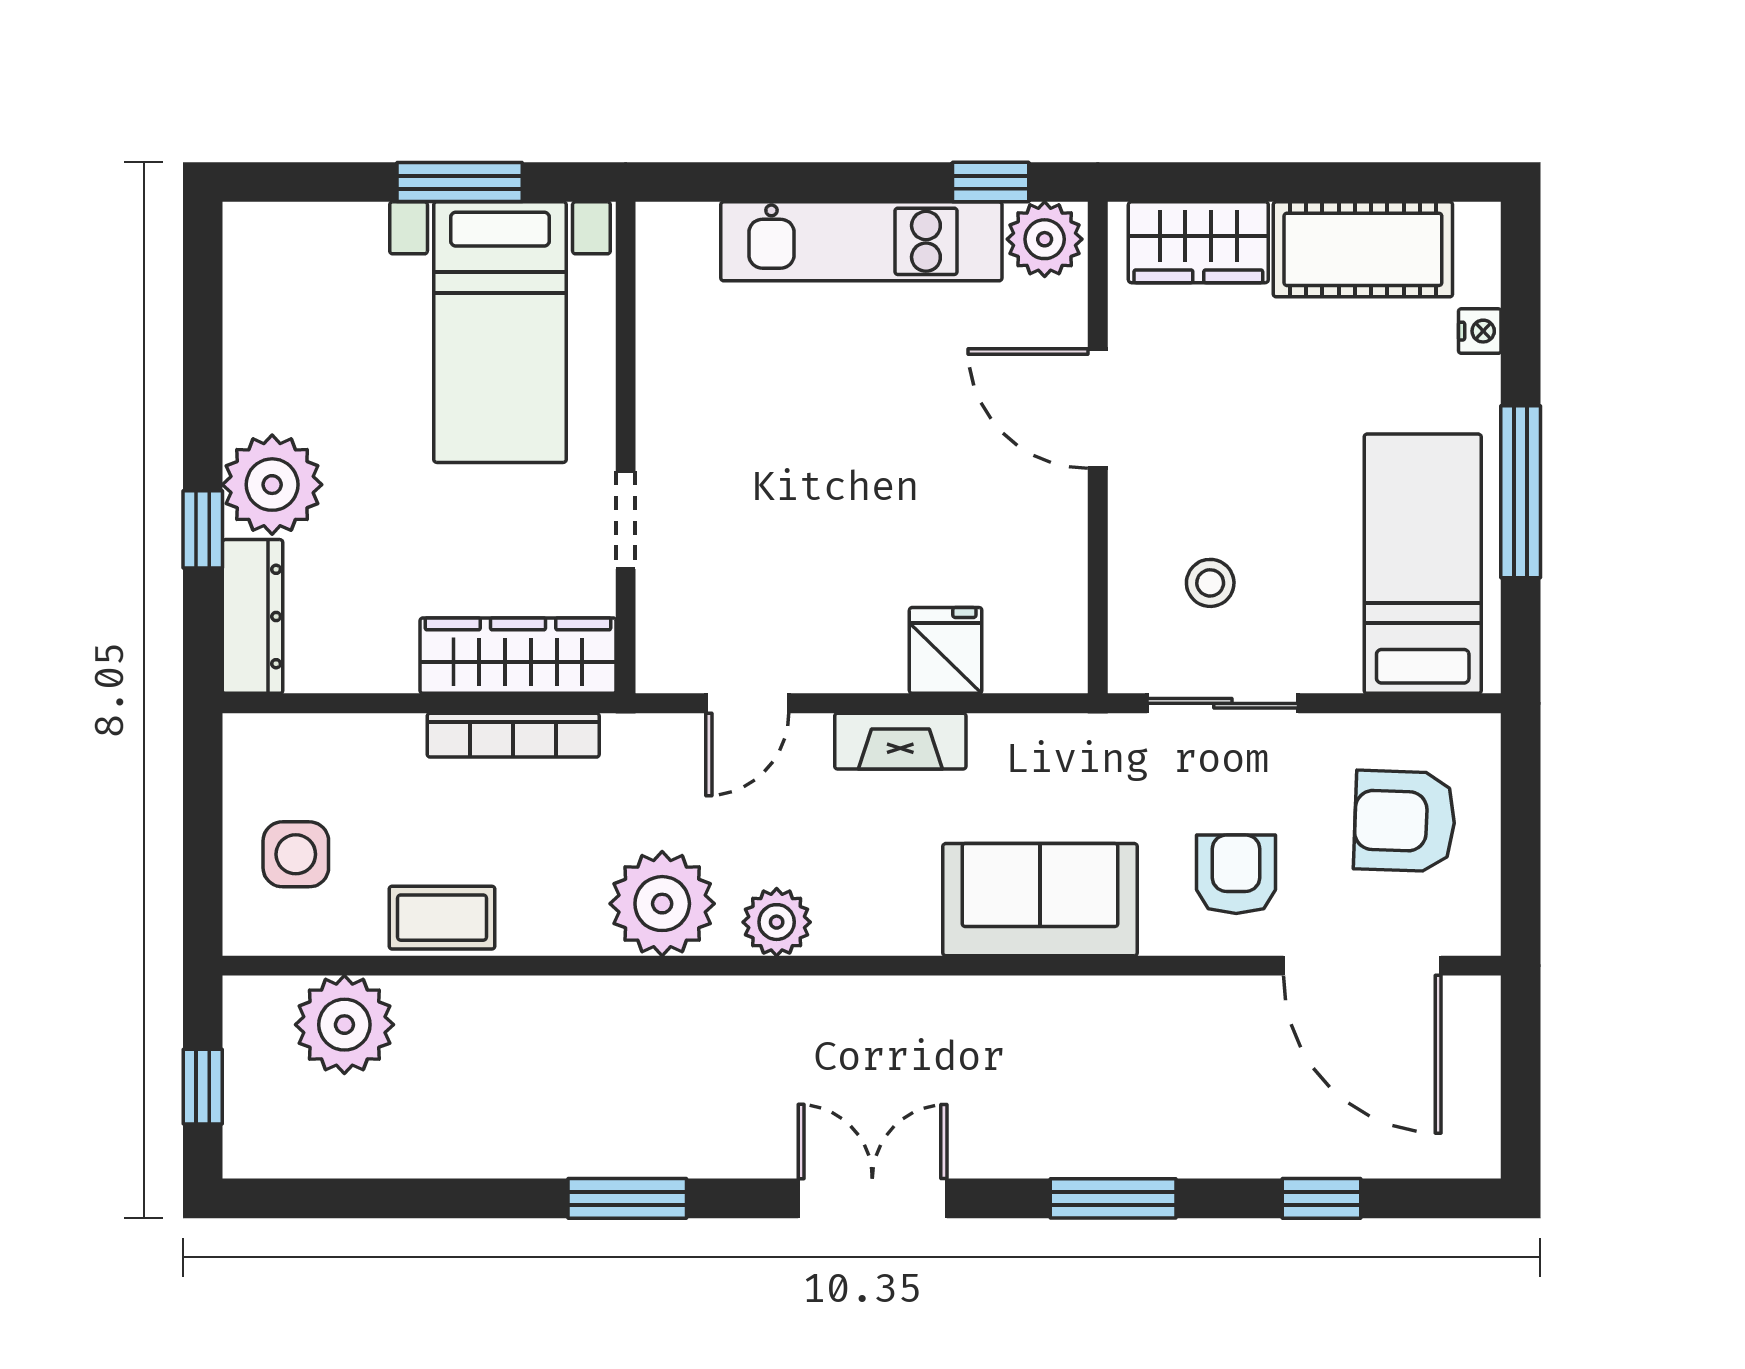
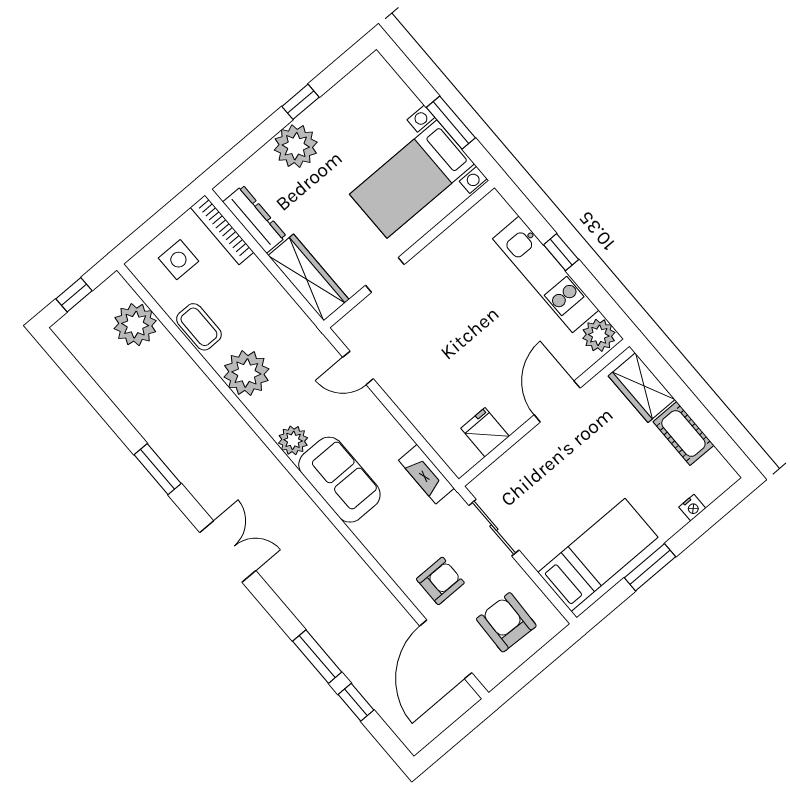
window: (991, 182) -> (561, 252), moved
cot: (1363, 249) -> (683, 433), width x0.73, depth x0.75
window: (1521, 492) -> (650, 567), width x0.69
window: (203, 529) -> (301, 102), moved
stool: (1210, 583) -> (531, 489), removed
dresser: (253, 616) -> (255, 219), moved, turned -90
fridge: (946, 650) -> (485, 432), moved, turned -90
bookcase: (513, 735) -> (222, 230), moved
fireplace: (900, 741) -> (427, 474), moved
sofa: (1040, 900) -> (339, 480), moved
plant: (662, 904) -> (246, 373), moved
window: (1113, 1198) -> (317, 657), moved

